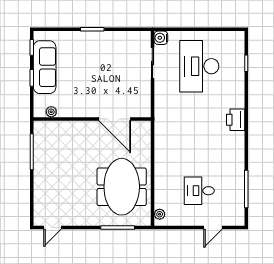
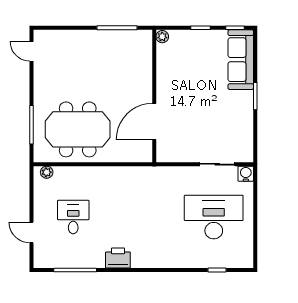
sofa: (45, 67) -> (241, 60), moved, turned 90
plant: (51, 112) -> (162, 37), moved
printer: (236, 120) -> (118, 258), moved

